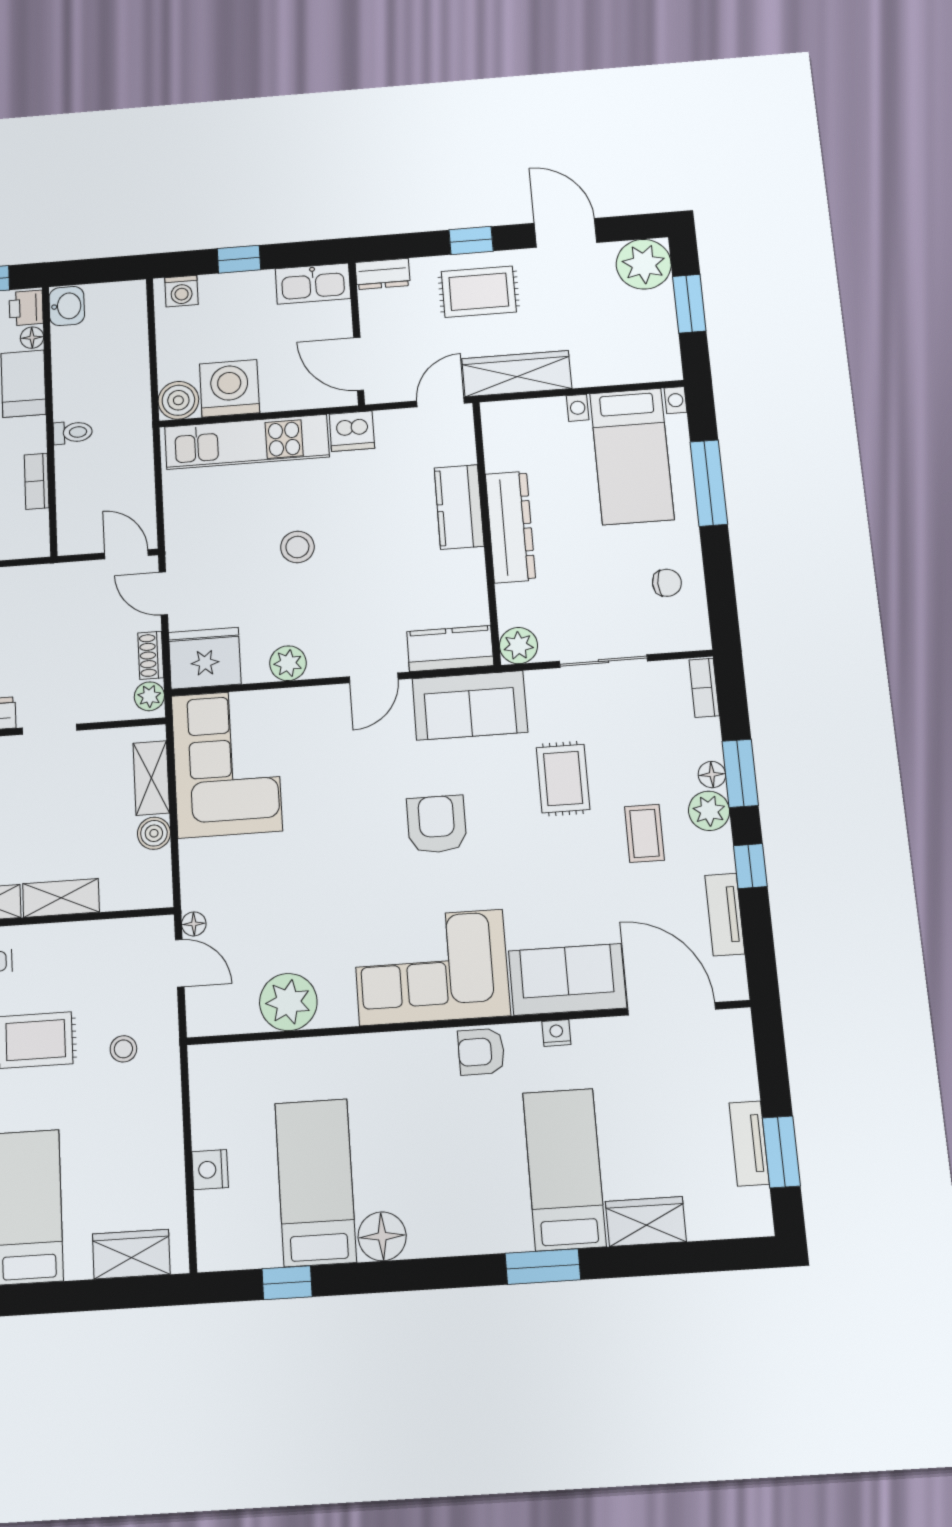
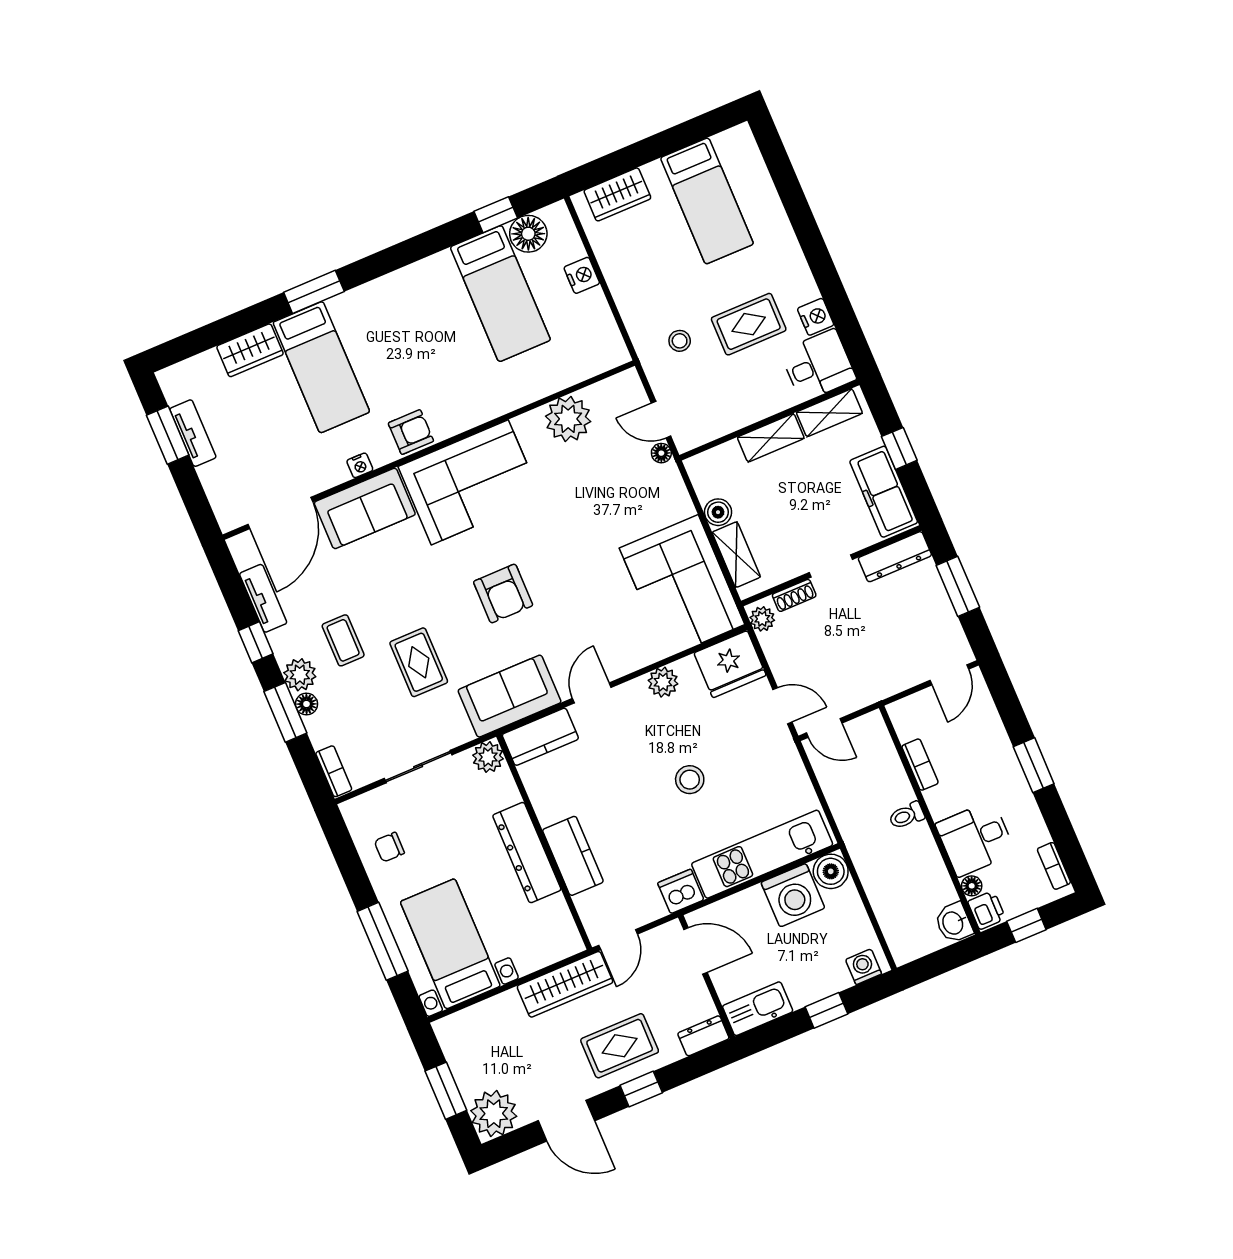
shoe rack: (151, 655) -> (794, 595), moved, turned 90
door: (672, 1009) -> (280, 513), hinge flipped
floor lamp: (382, 1236) -> (528, 234), moved

